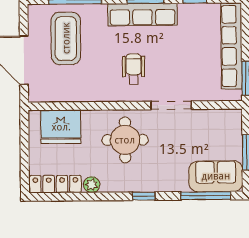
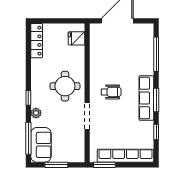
coffee table: (66, 38) -> (131, 48), removed
fridge: (61, 127) -> (77, 38), width x0.53, depth x0.75
plant: (92, 185) -> (36, 113), moved

